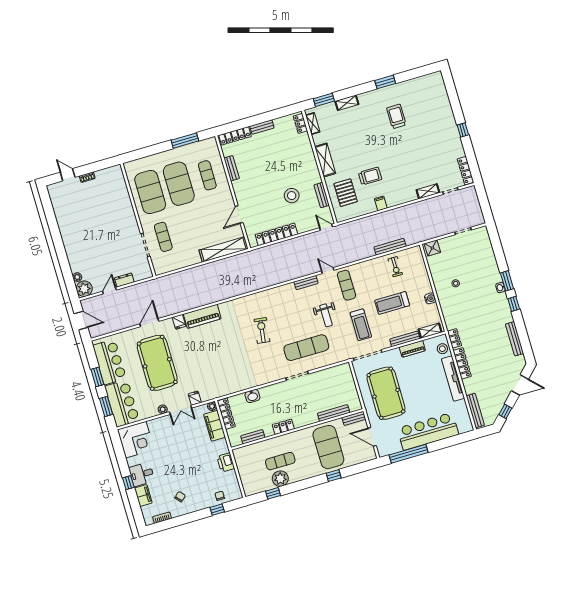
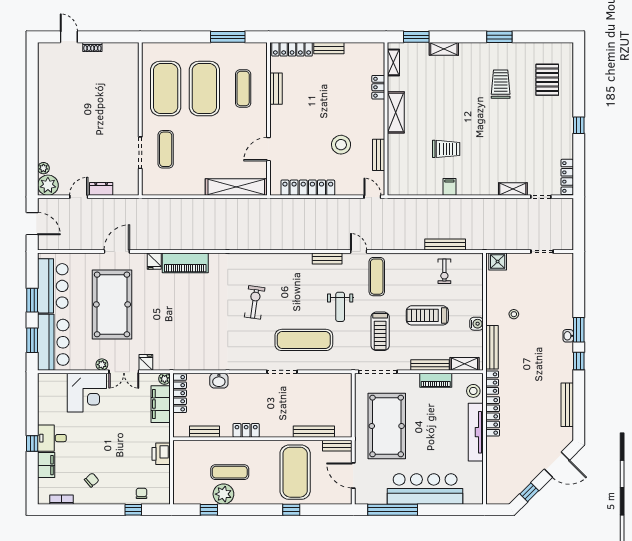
locker: (300, 123) -> (378, 87), moved
pallet: (346, 193) -> (547, 80), moved
bench: (475, 410) -> (492, 347), moved
corner desk: (136, 440) -> (87, 393), moved

